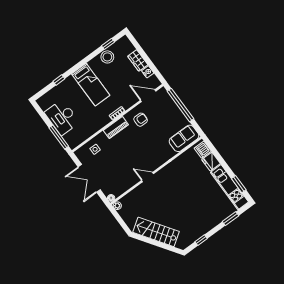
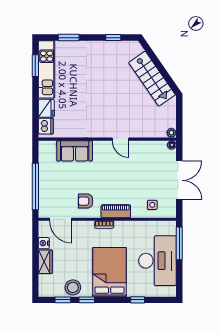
window: (92, 55) -> (87, 300), added
bed: (91, 85) -> (110, 272), width x1.50
desk: (62, 117) -> (157, 261), width x1.36, depth x1.30
sofa: (184, 138) -> (75, 151), moved

